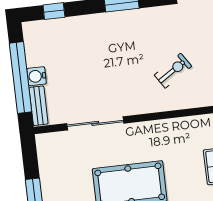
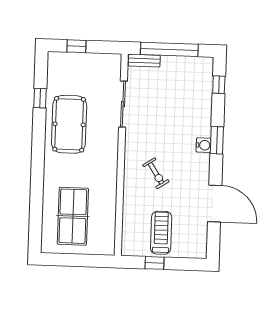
water cooler: (37, 76) -> (204, 145), moved, turned 90

